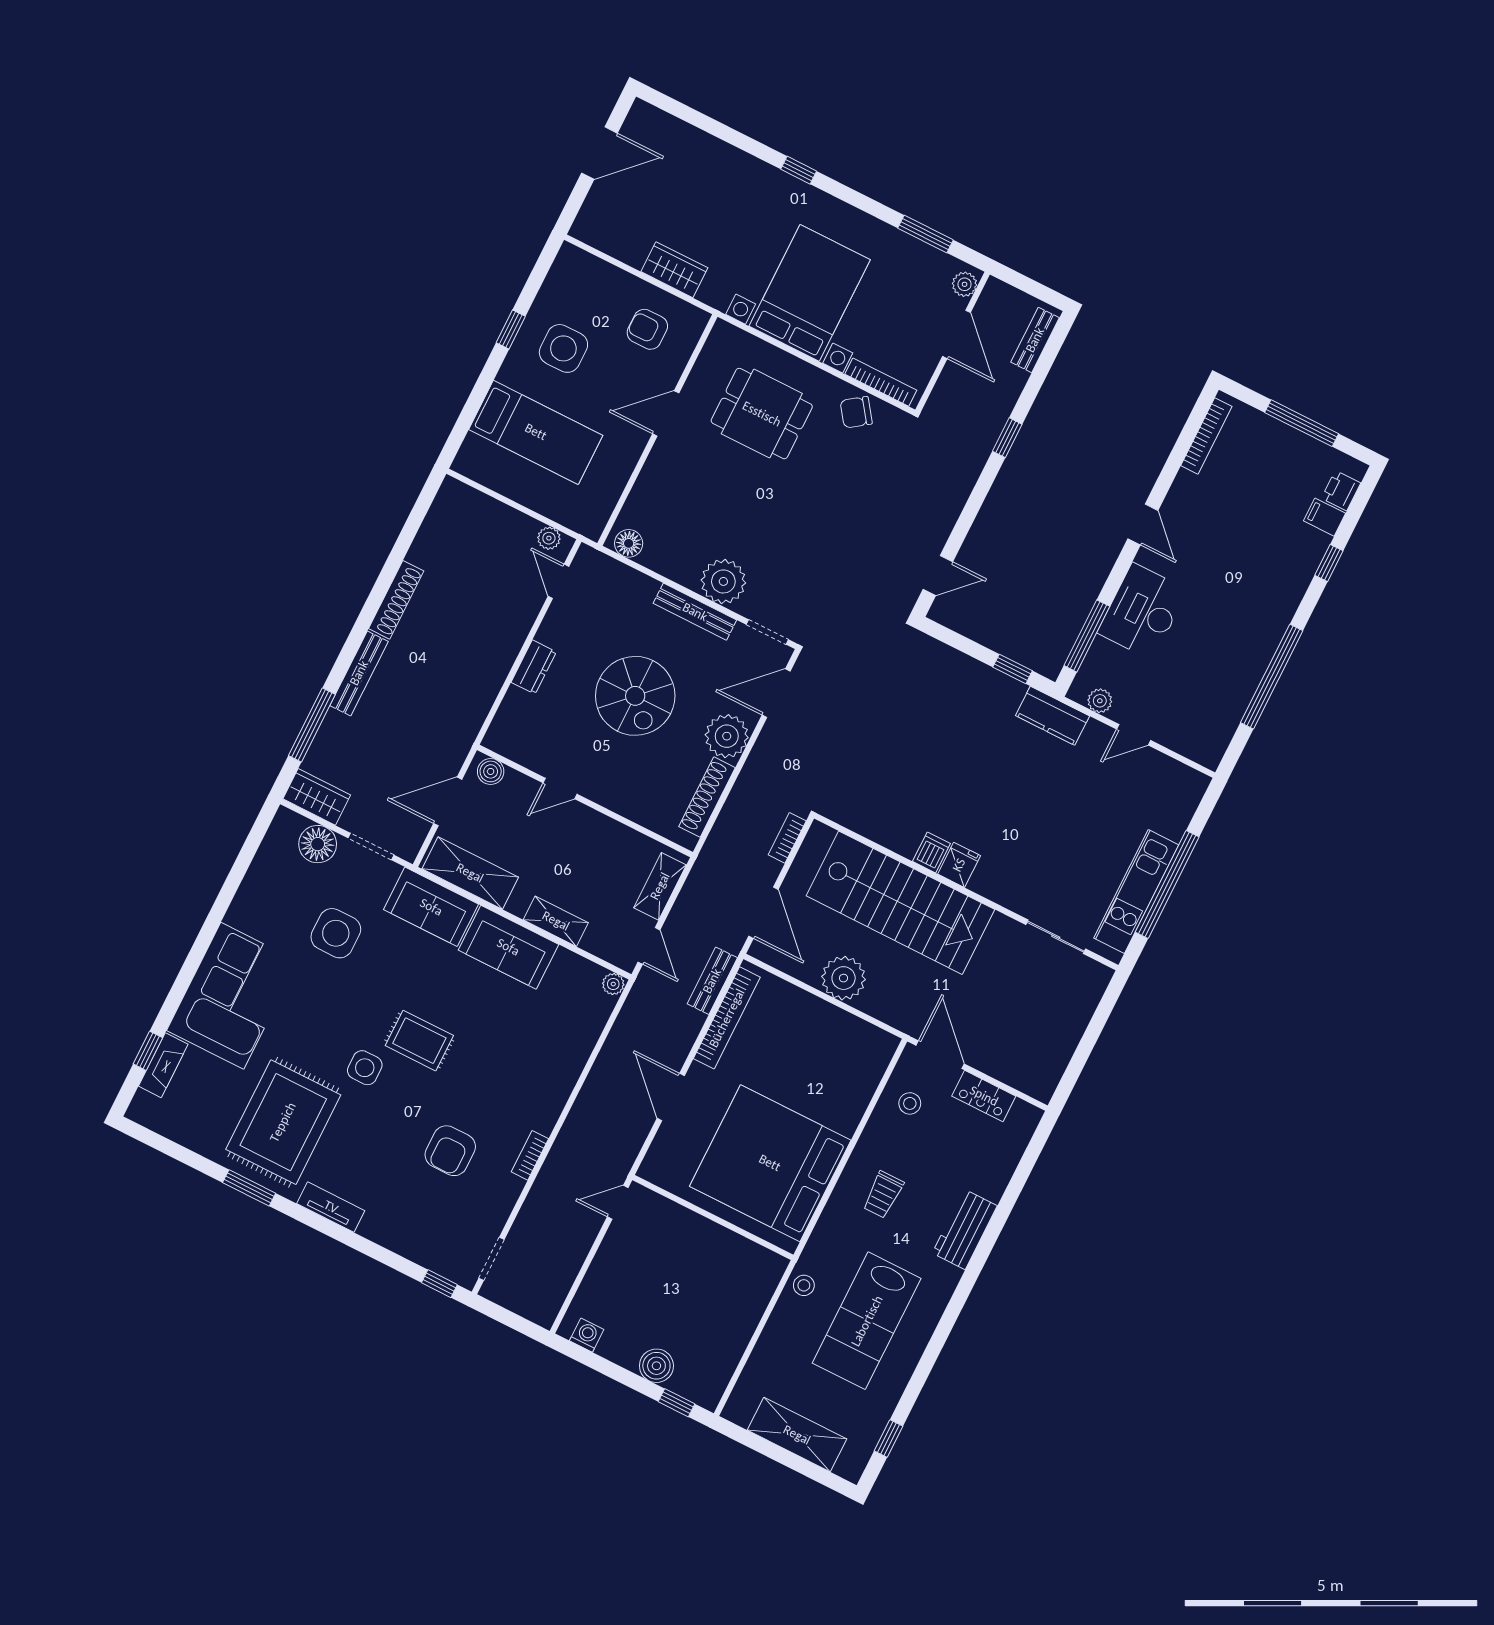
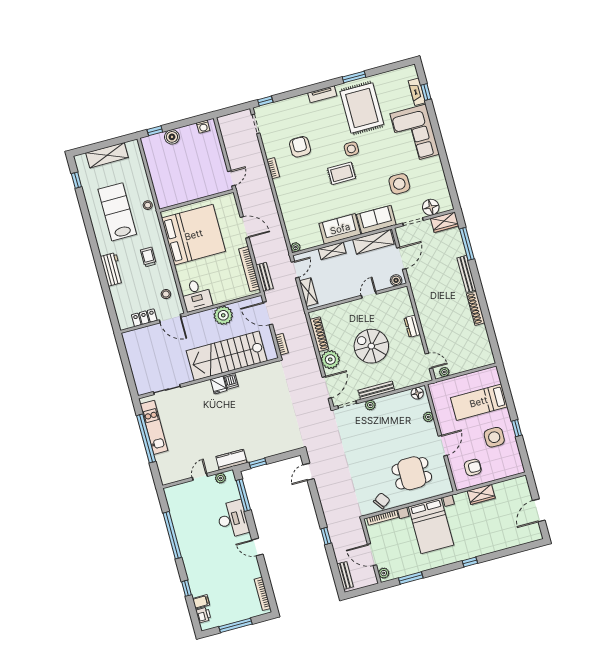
plant: (646, 485) -> (428, 417), added
plant: (723, 581) -> (370, 405), width x0.53, depth x0.53
door: (649, 946) -> (295, 270), swing flipped
desk: (859, 1055) -> (196, 295), added

